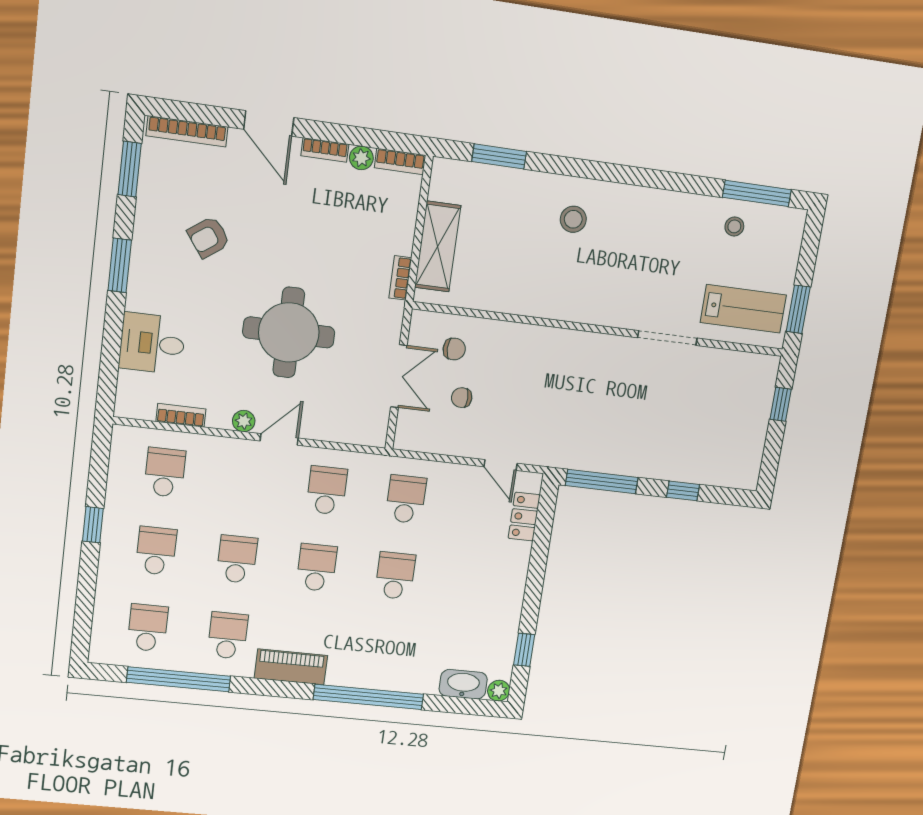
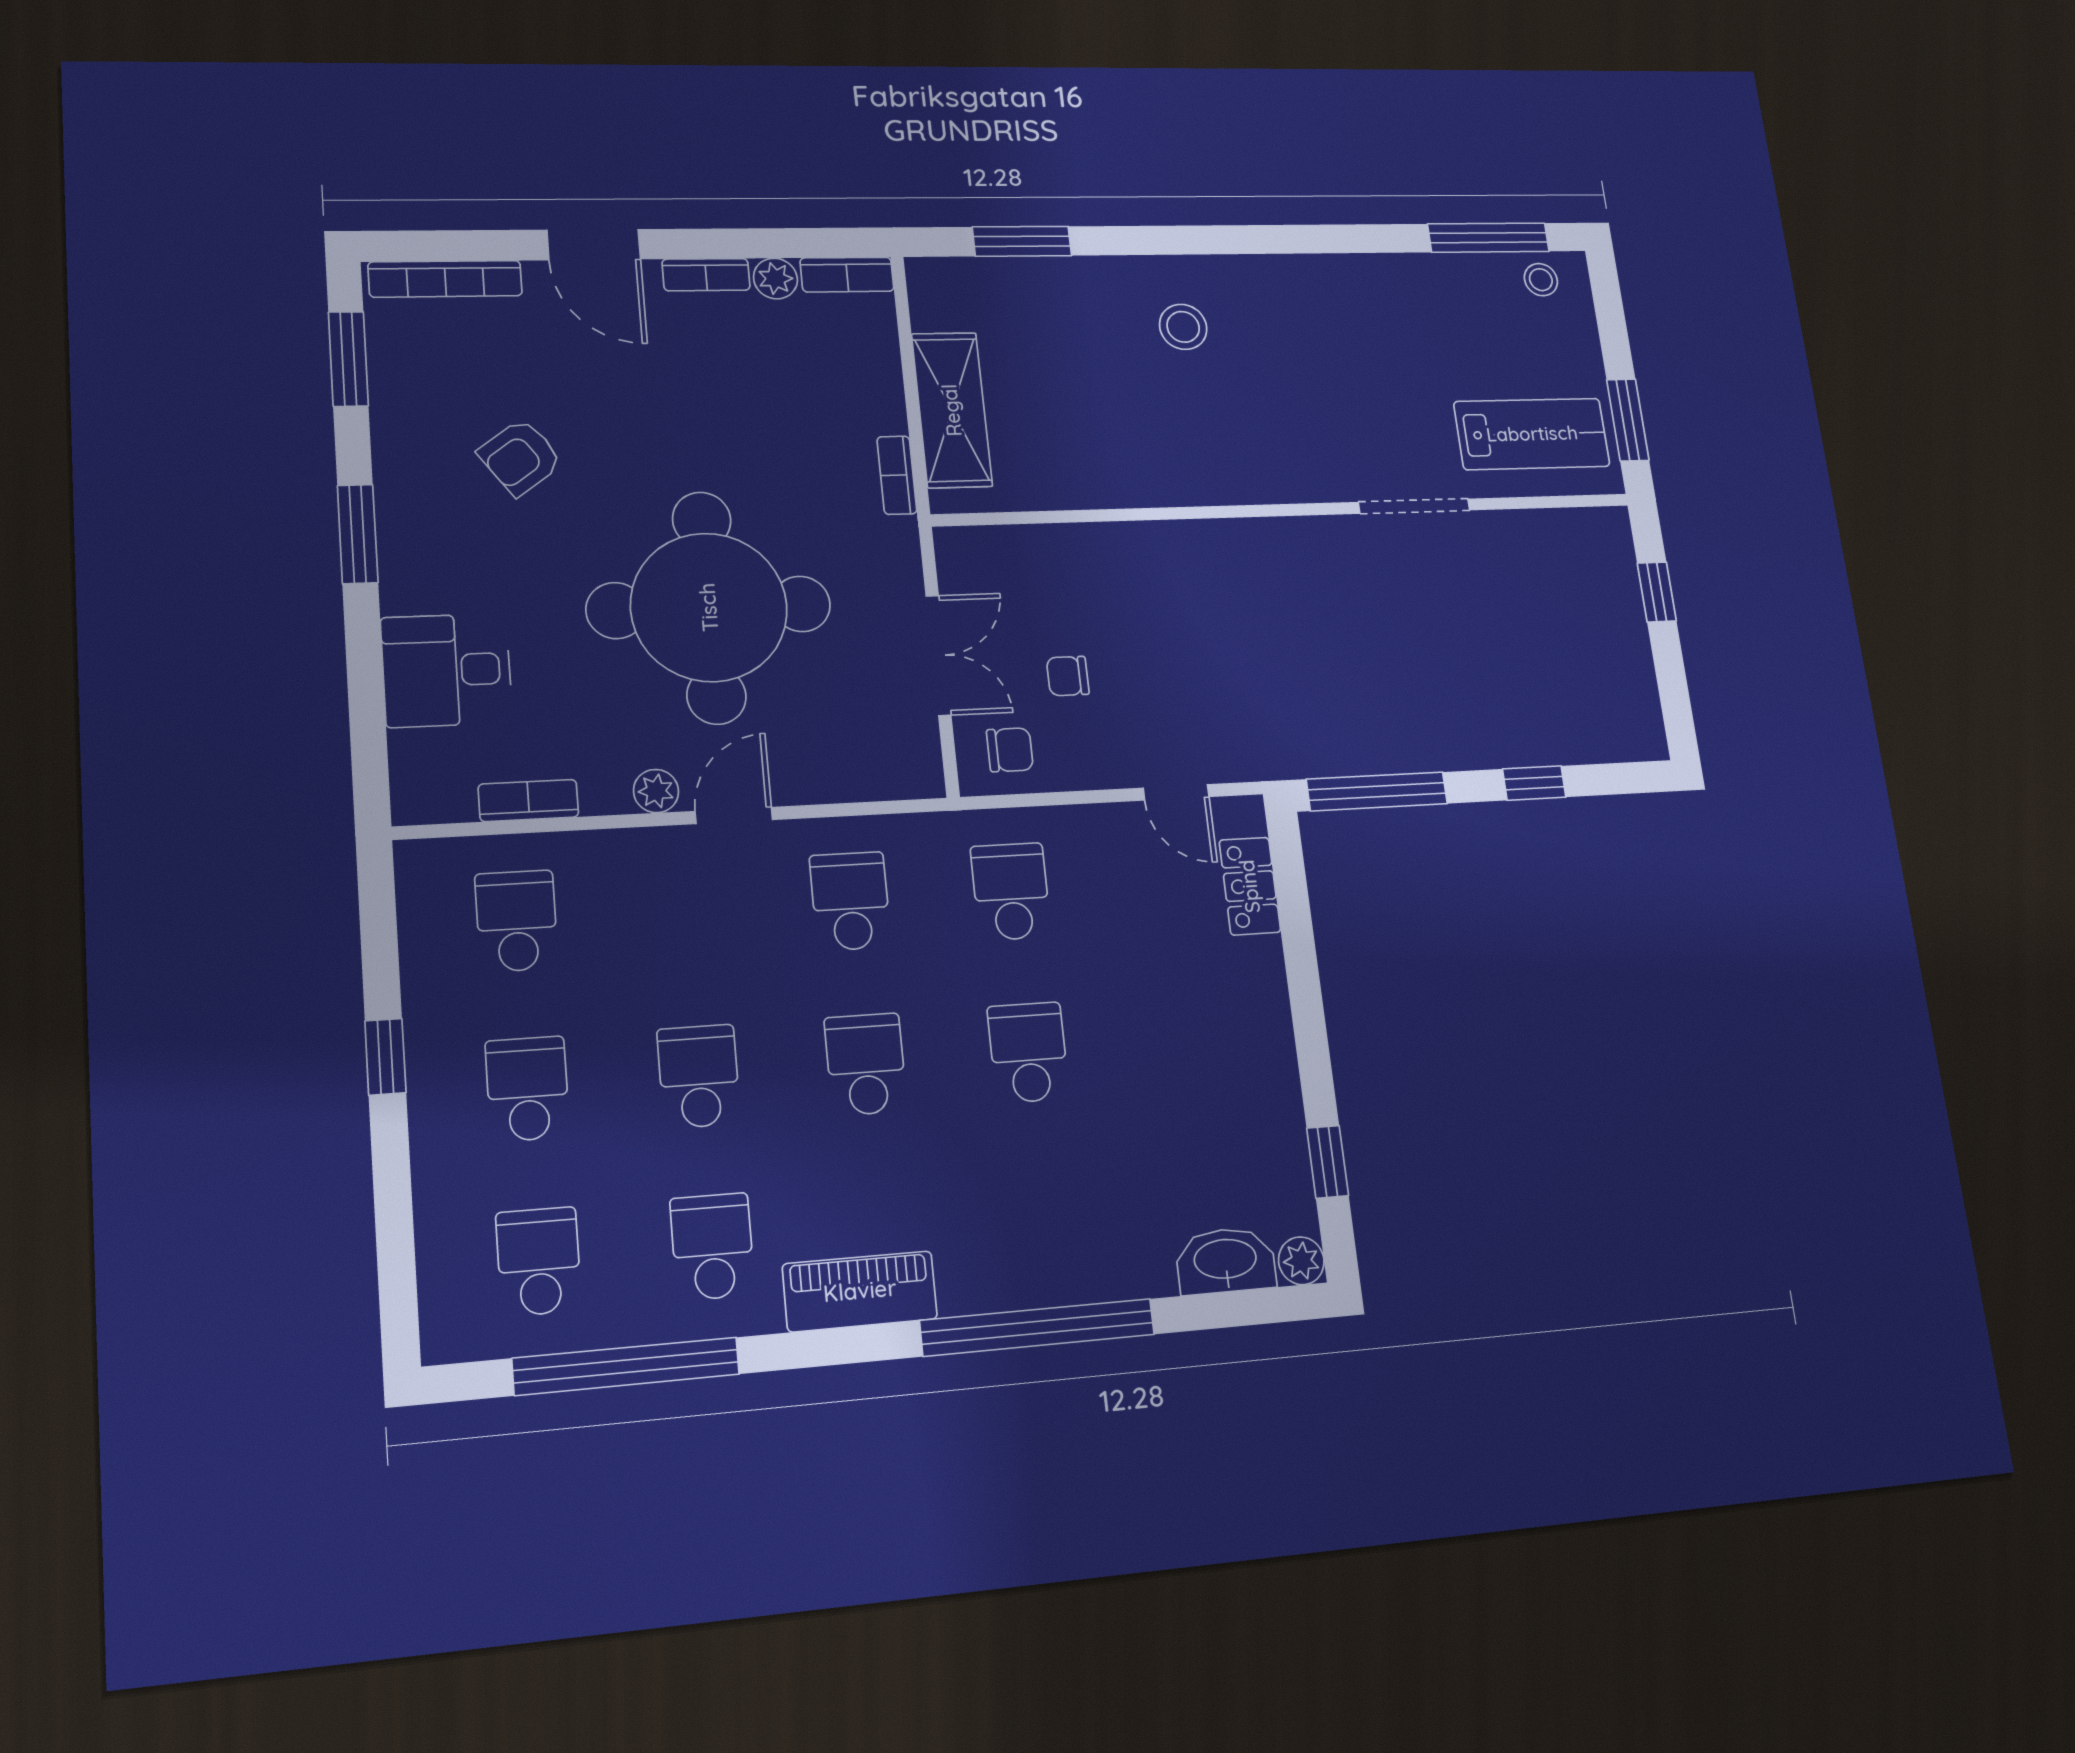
stool: (734, 226) -> (1541, 280), moved
round table: (289, 332) -> (709, 607), width x1.36, depth x1.36
chair: (454, 349) -> (1010, 750), moved

